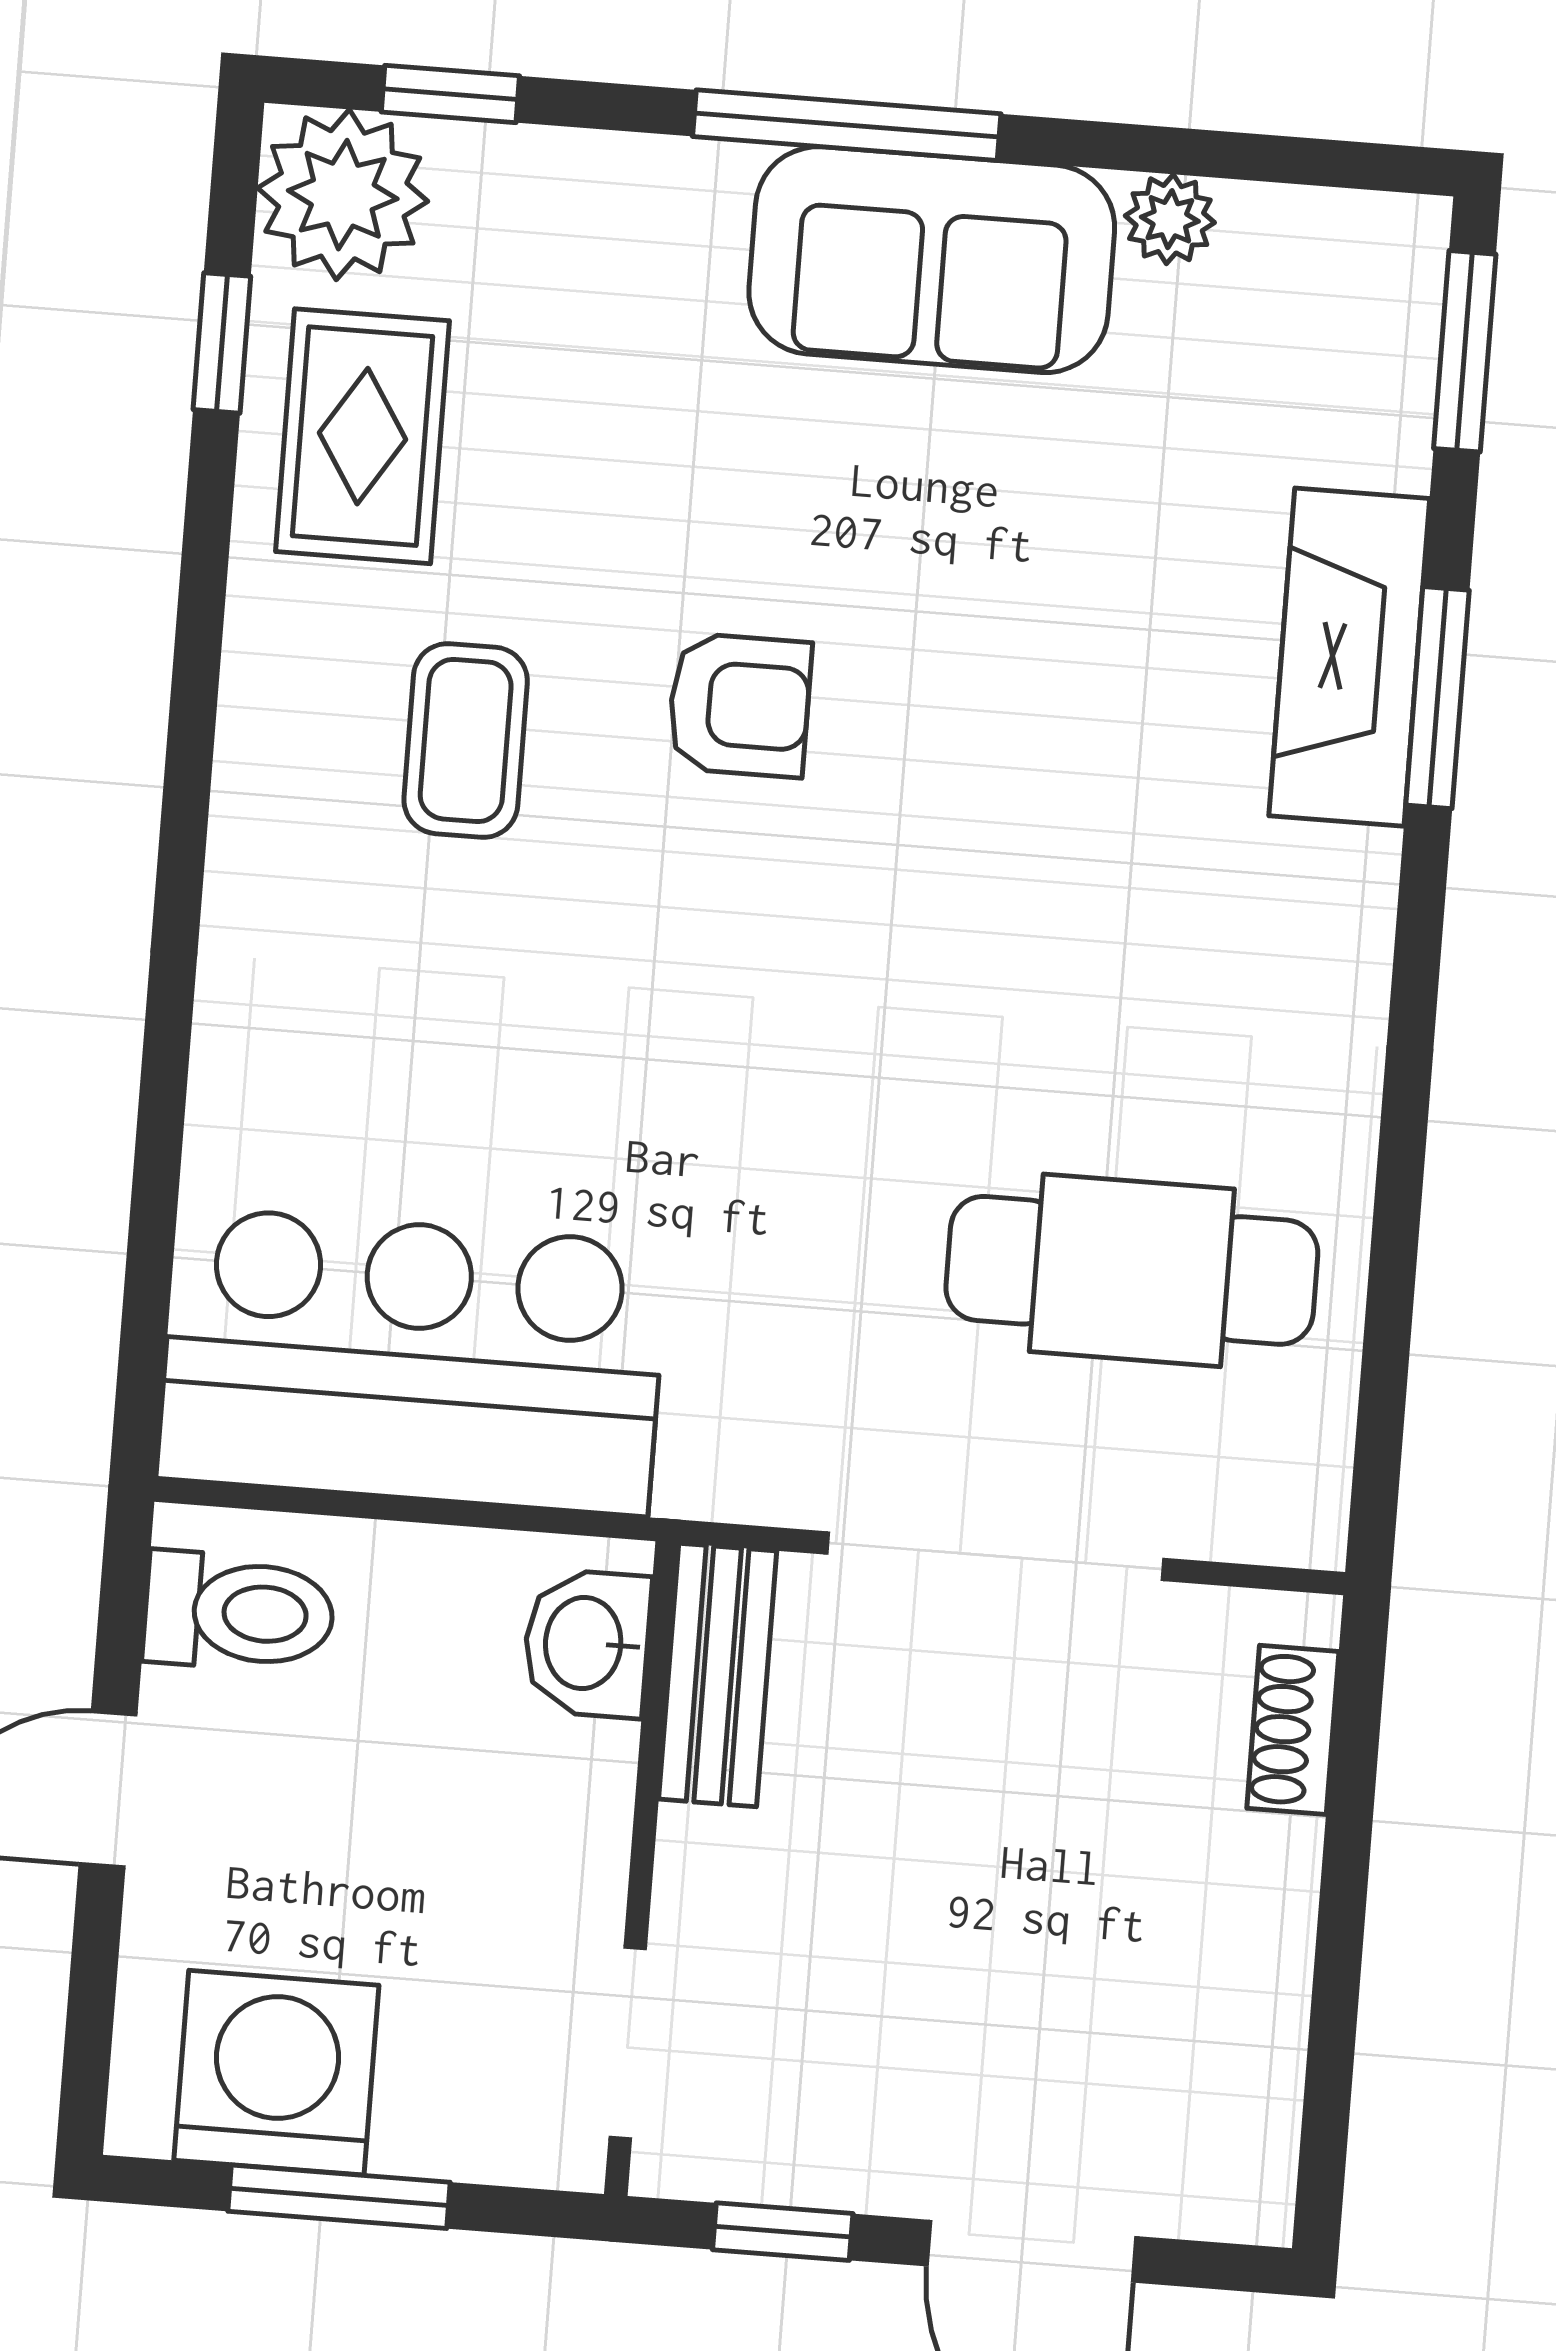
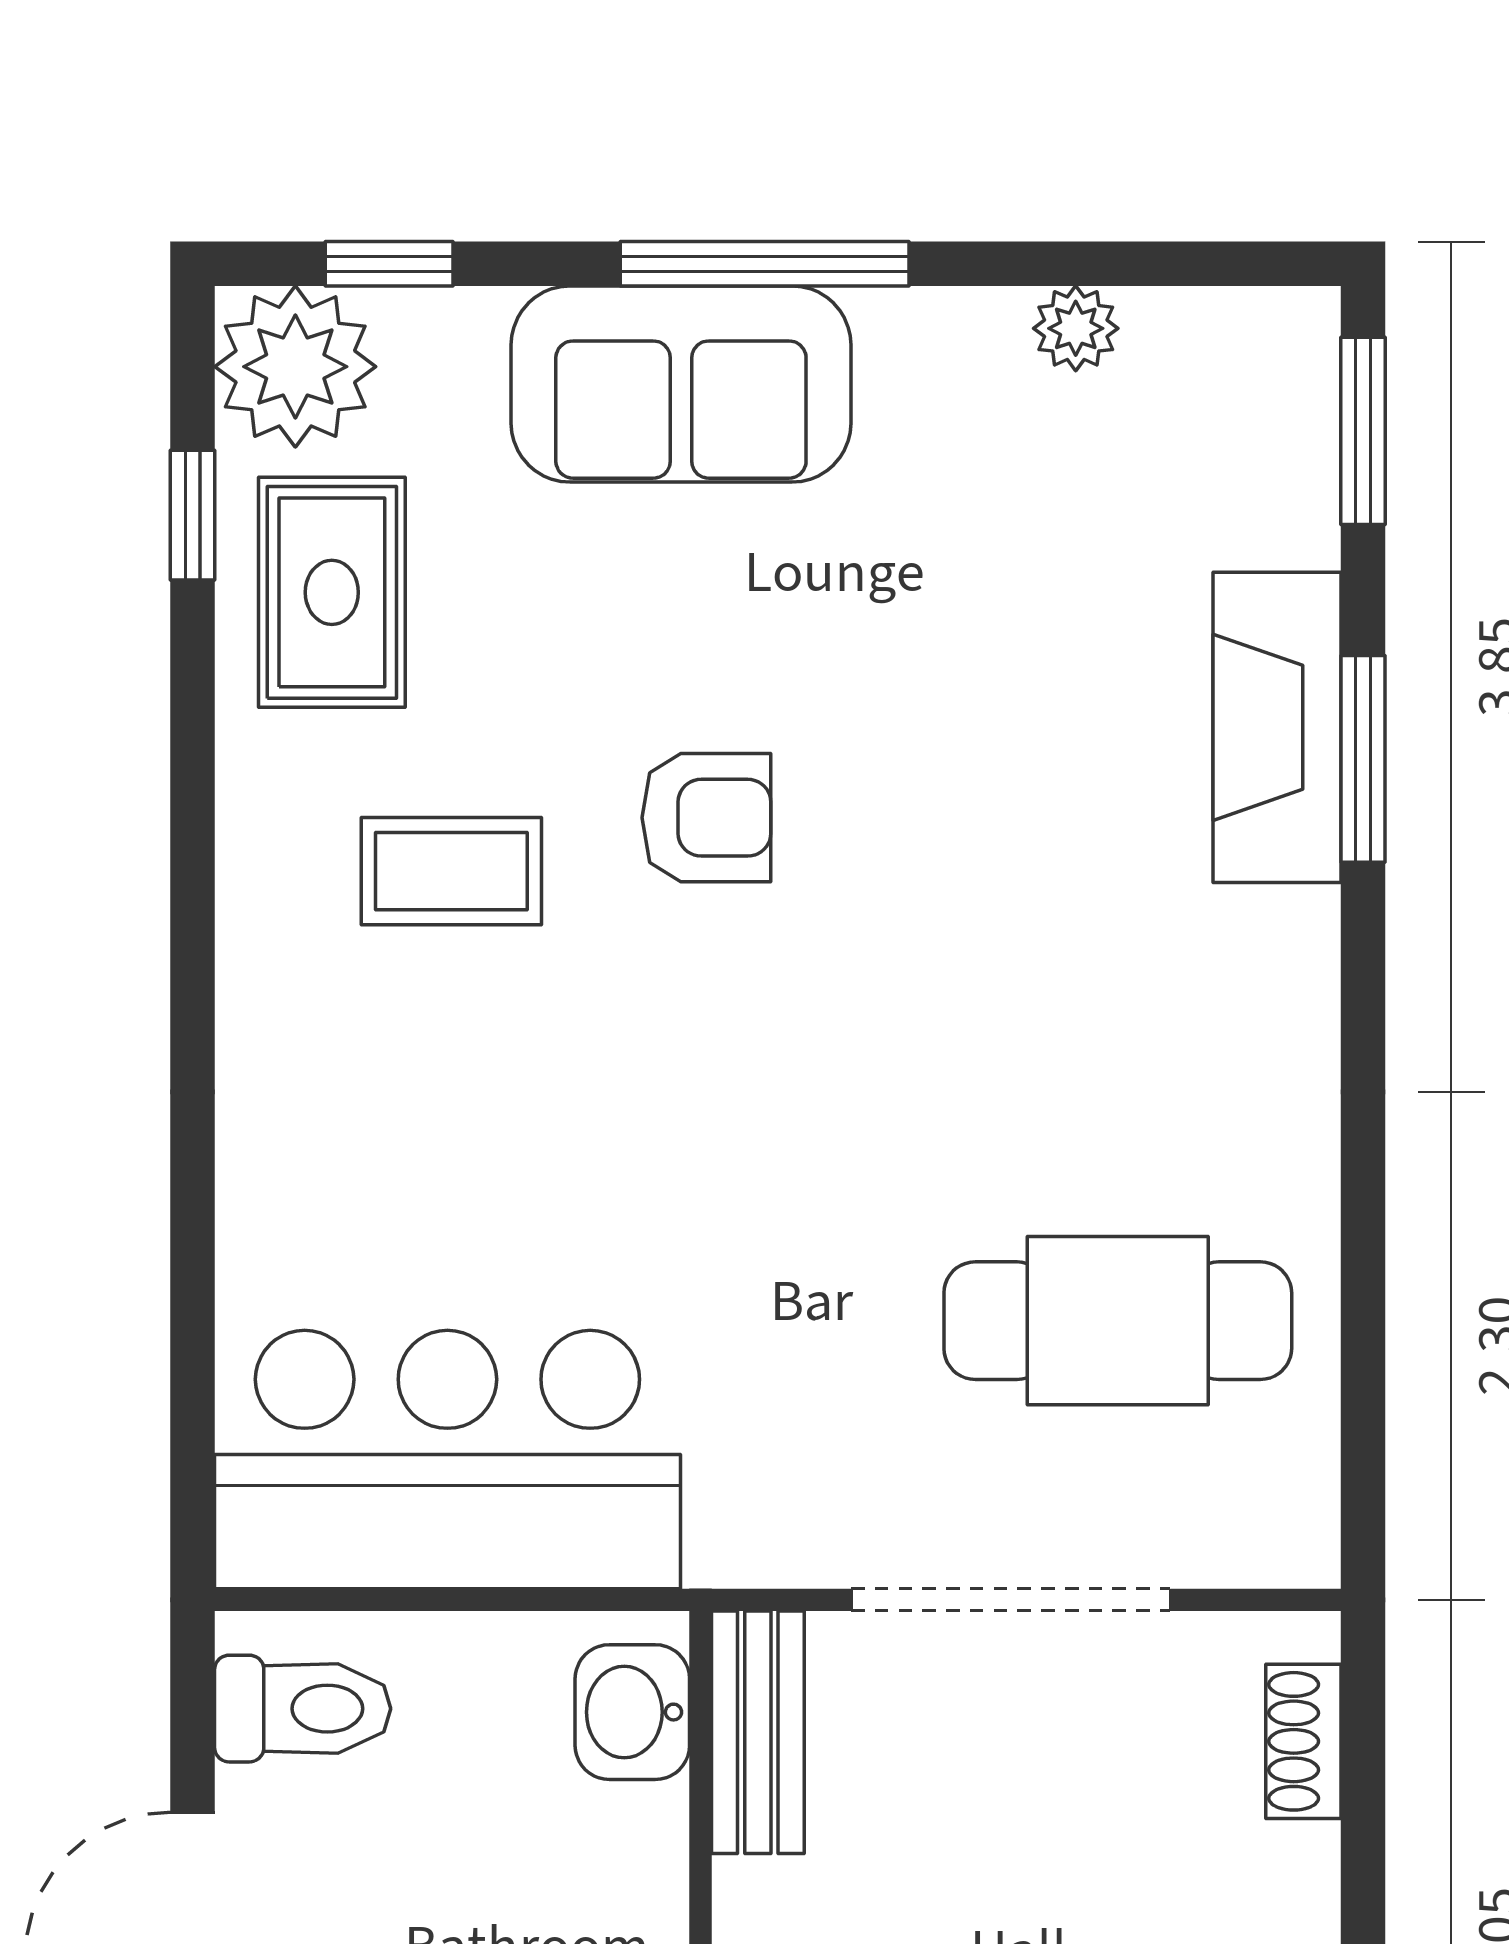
sofa: (932, 260) -> (681, 384), moved
coffee table: (466, 740) -> (451, 871), turned 90

